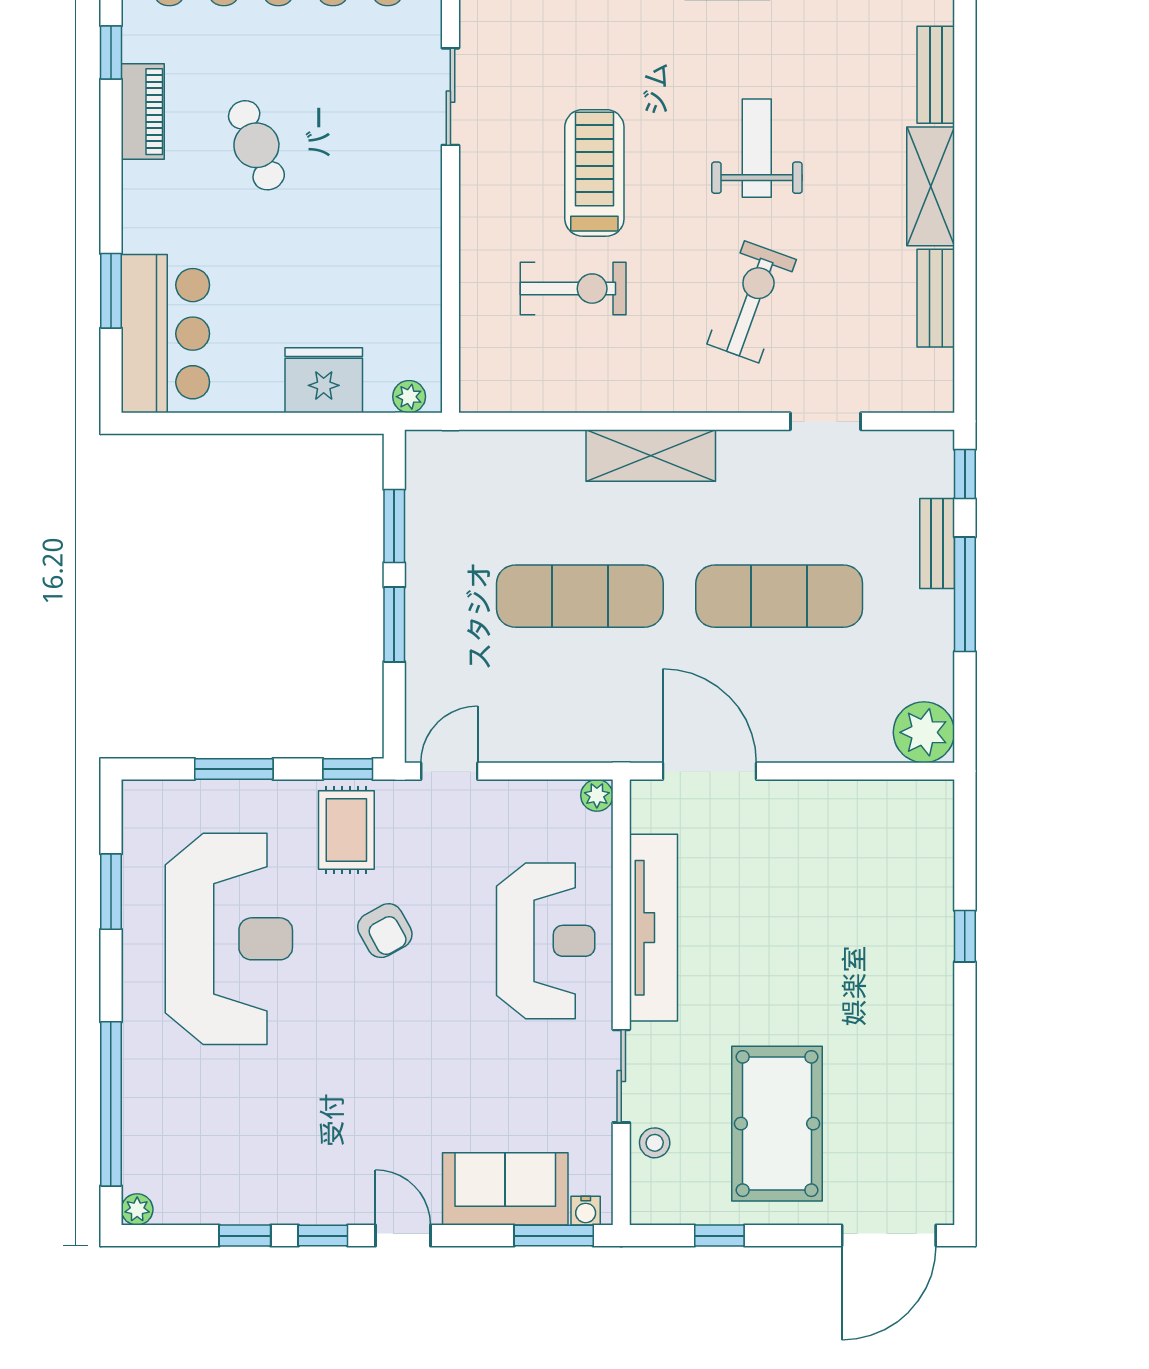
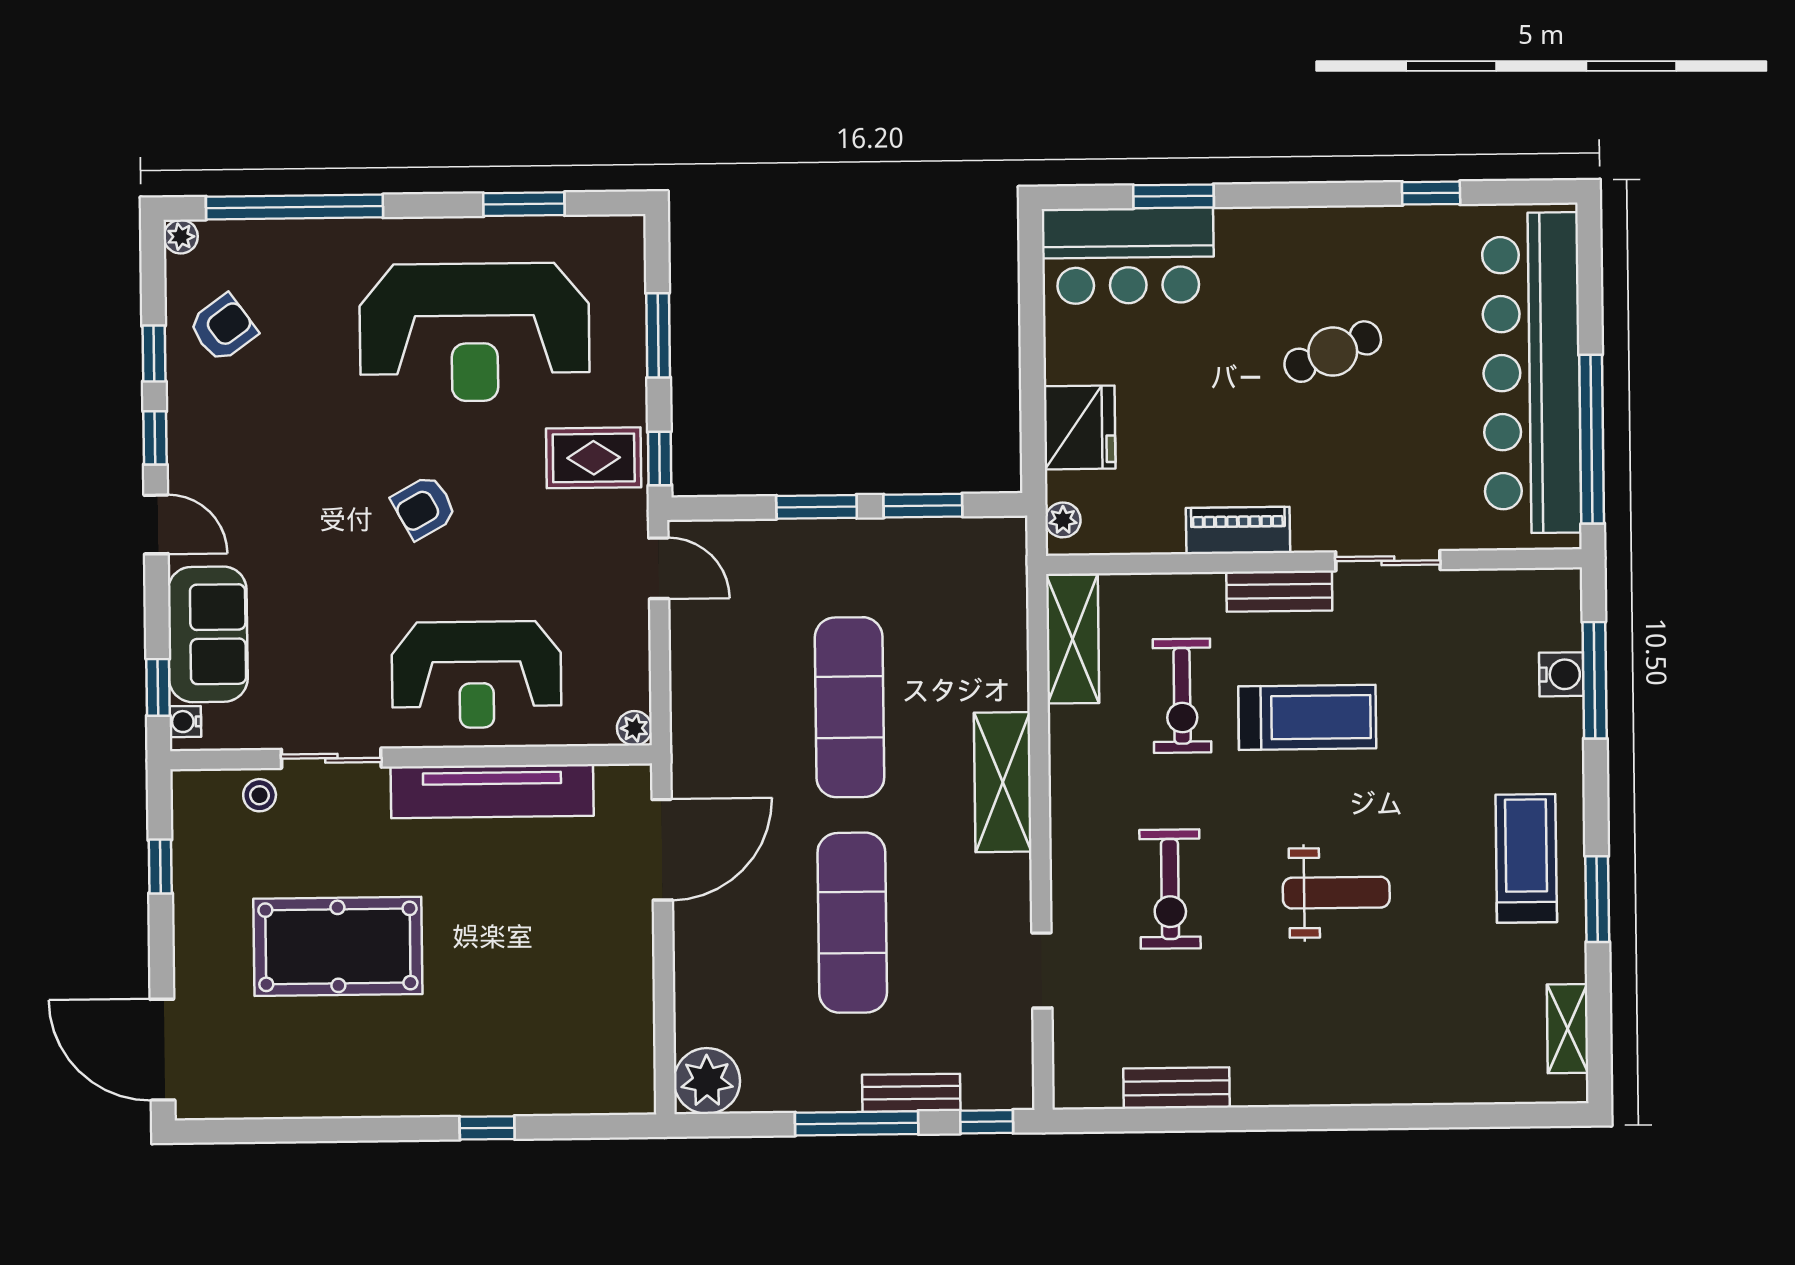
bench: (936, 75) -> (1279, 591), moved
piano: (143, 112) -> (1238, 530), moved, turned 180
shelving: (931, 186) -> (1073, 639), moved, turned 90
exercise bike: (752, 302) -> (1170, 889), turned 70
armchair: (385, 931) -> (424, 507), moved
pool table: (777, 1124) -> (338, 946), moved
armchair: (222, 1171) -> (223, 328), added
door: (403, 1236) -> (156, 524), hinge flipped
window: (554, 1236) -> (158, 687), width x0.67

